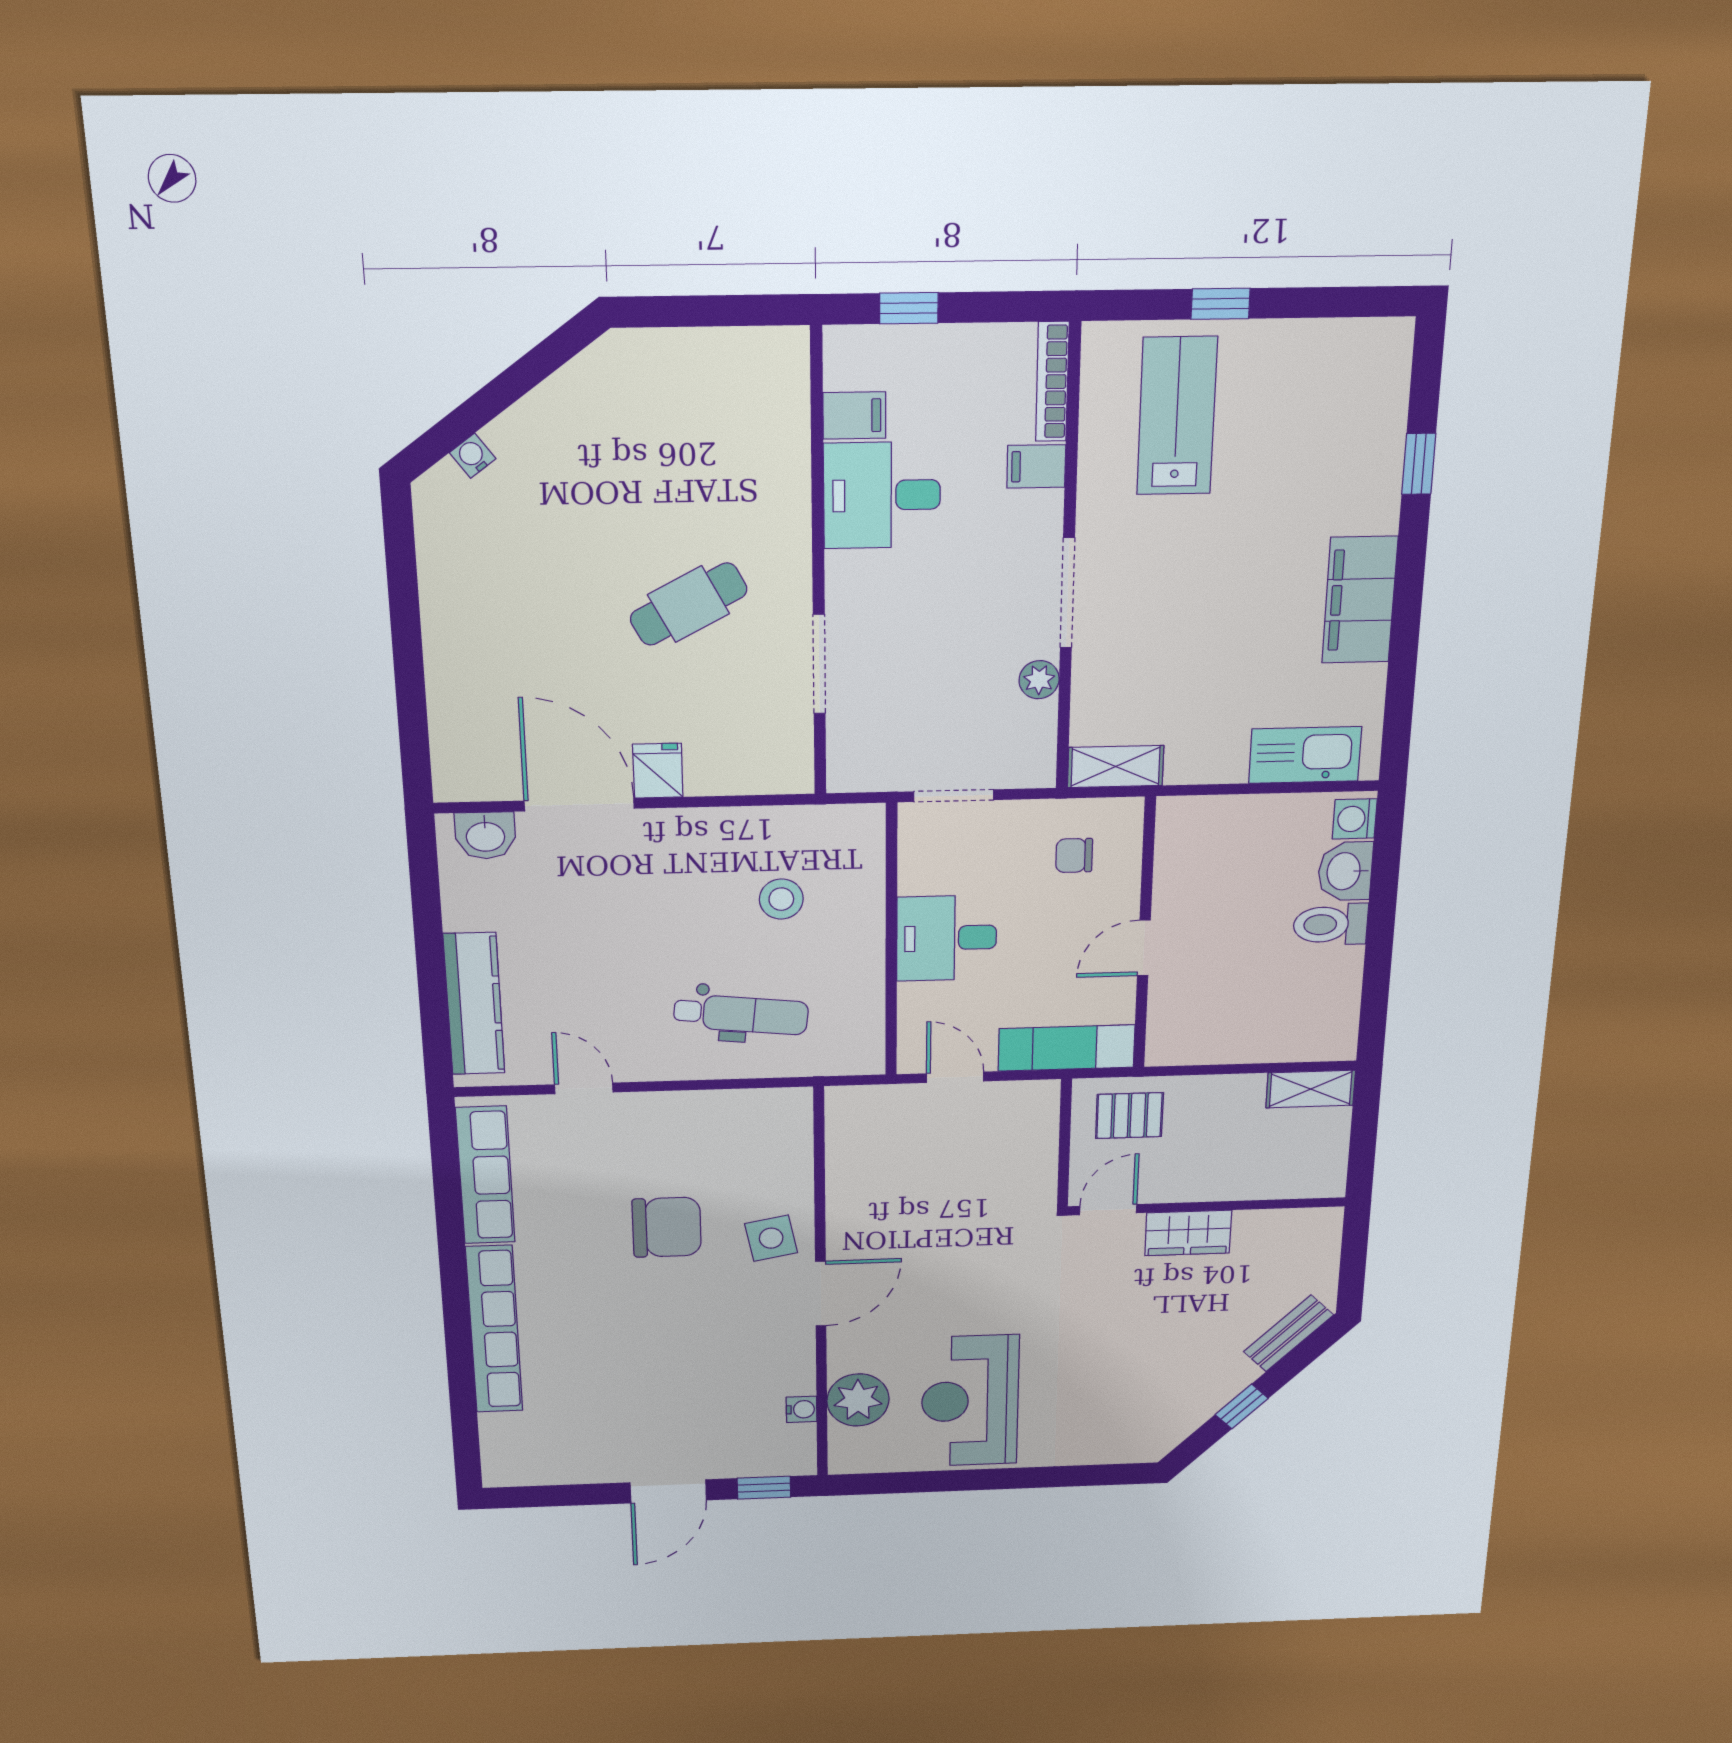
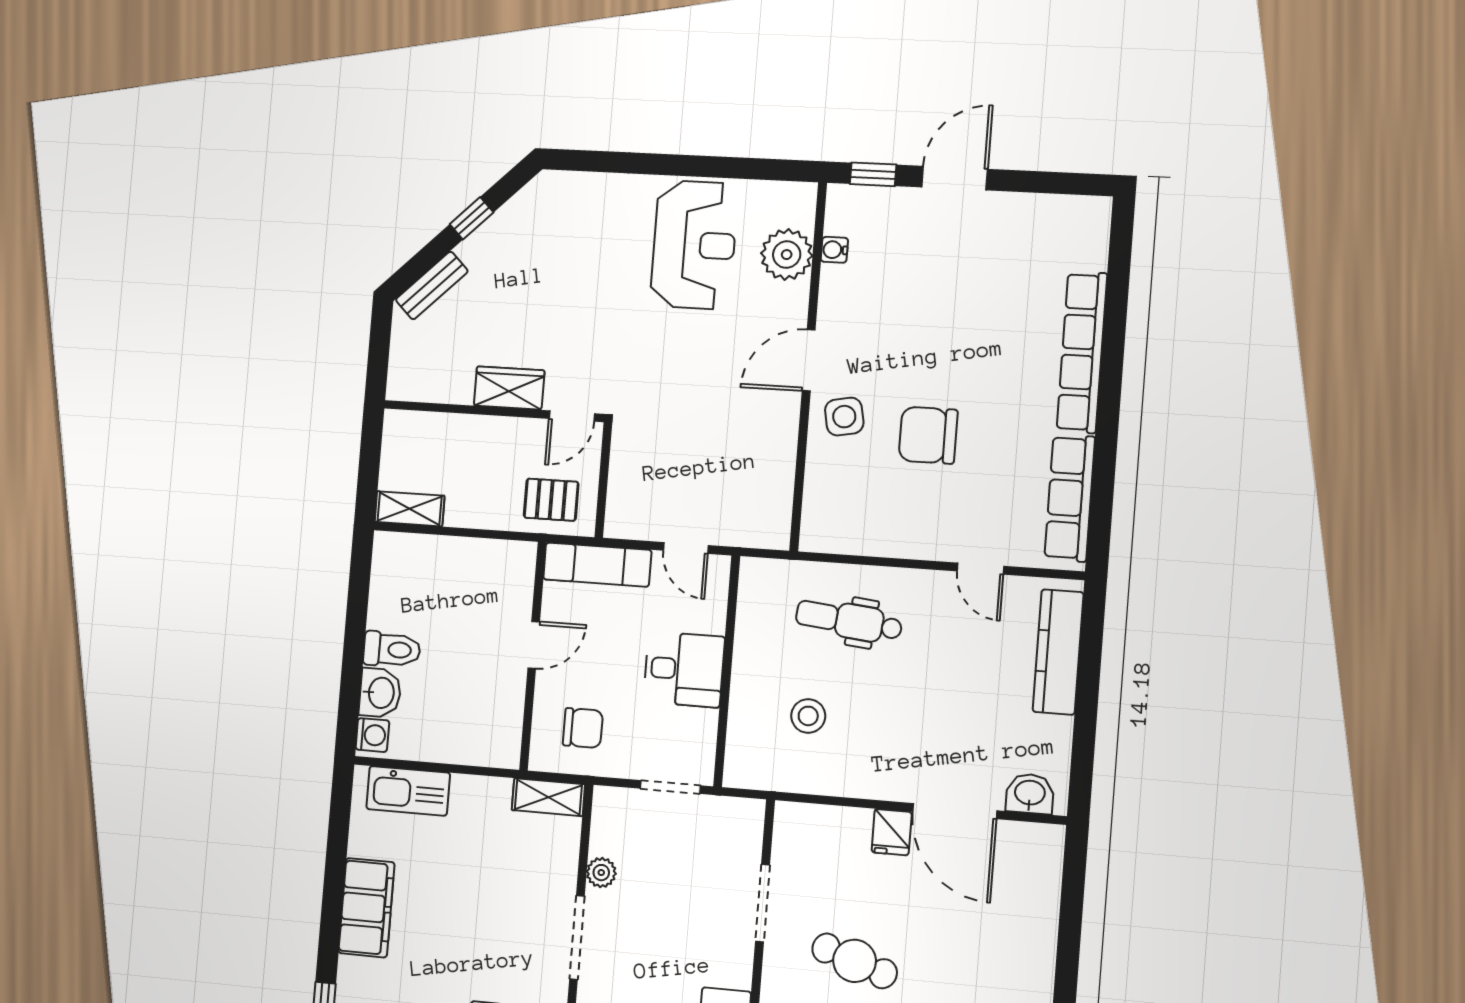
cafe table: (689, 604) -> (855, 961), turned 47
chair: (1074, 855) -> (583, 728), width x1.37, depth x1.37

